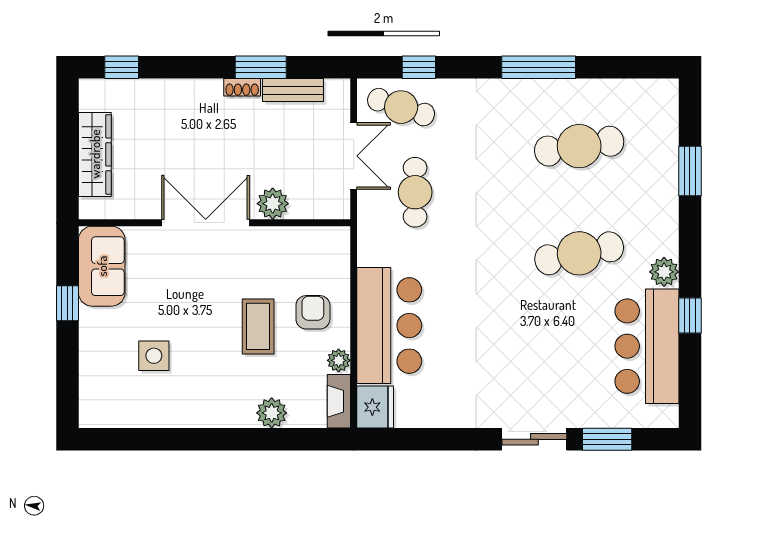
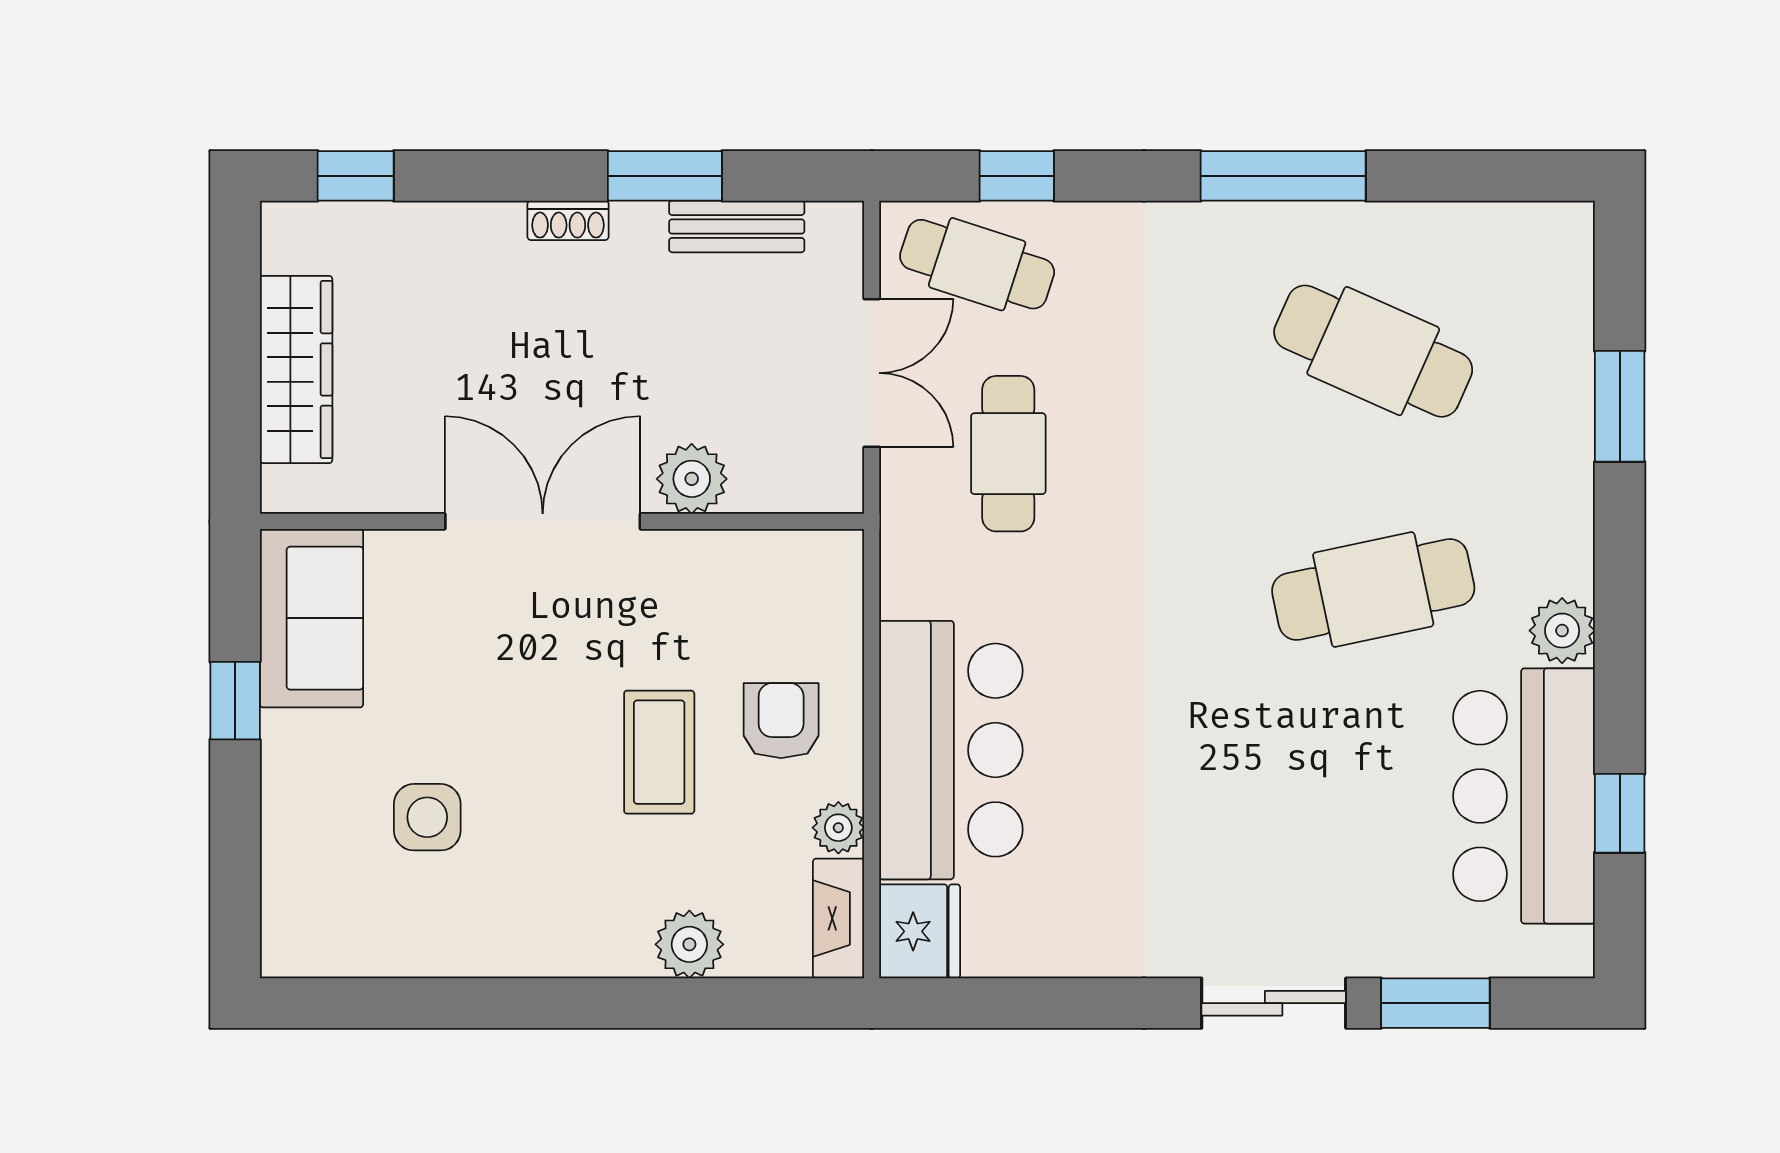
shoe rack: (242, 87) -> (568, 220), moved
cafe table: (579, 146) -> (1373, 351), turned 33
window: (690, 315) -> (1620, 813), moved

